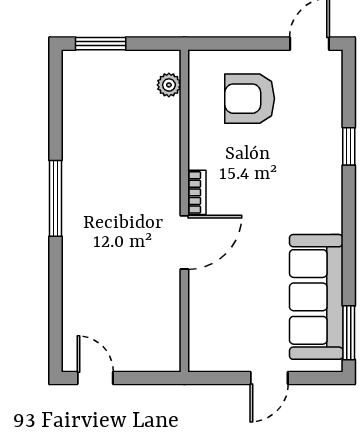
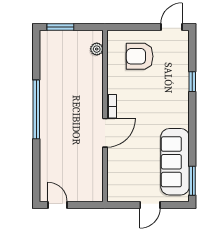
window: (55, 198) -> (36, 109), width x1.46

